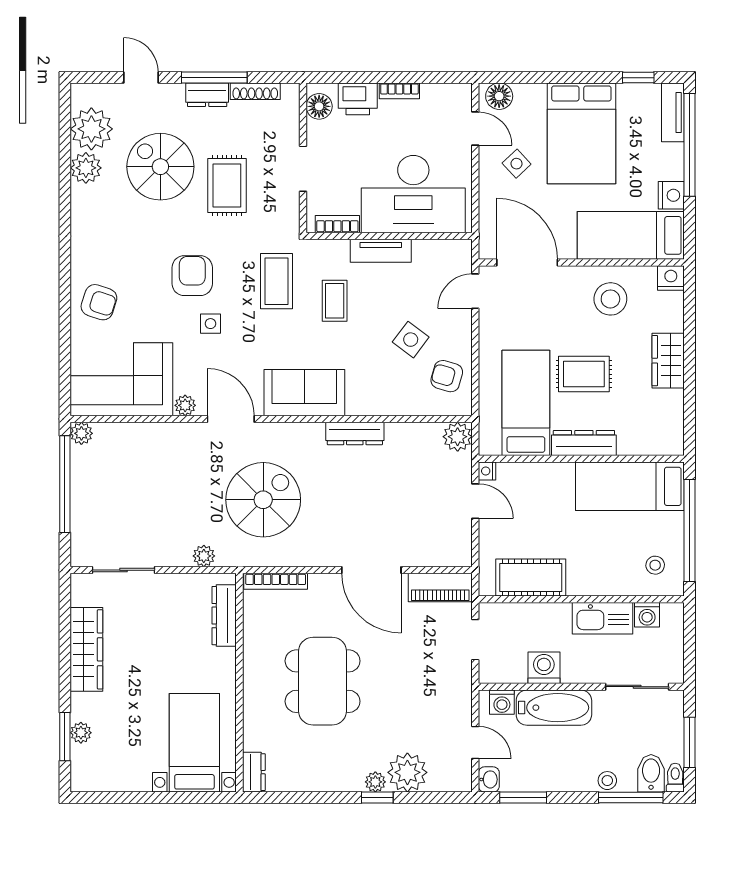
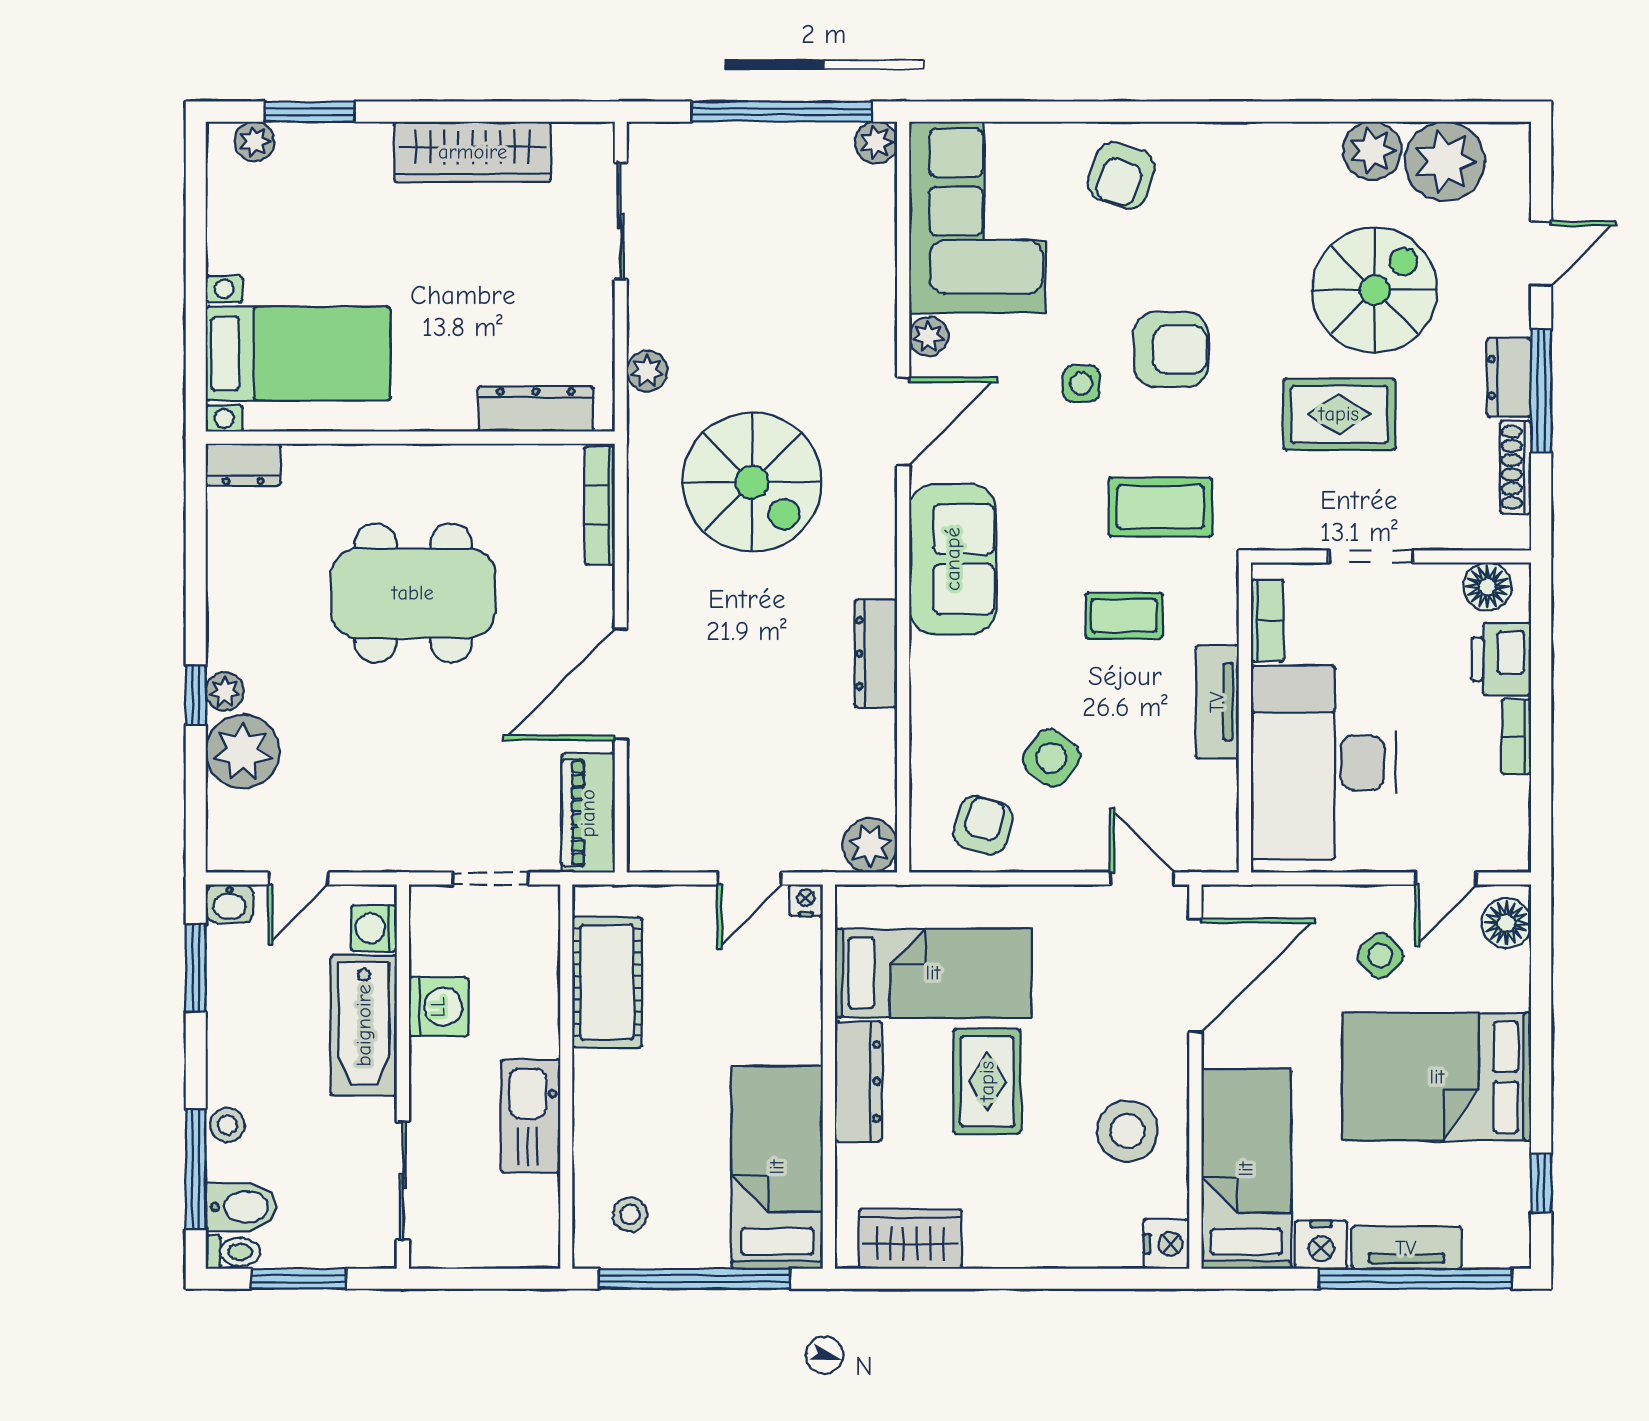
tv unit: (673, 112) -> (1406, 1248), moved
wardrobe: (668, 361) -> (910, 1239), moved
washing machine: (647, 615) -> (537, 1199), removed
plant: (81, 733) -> (254, 141), moved

